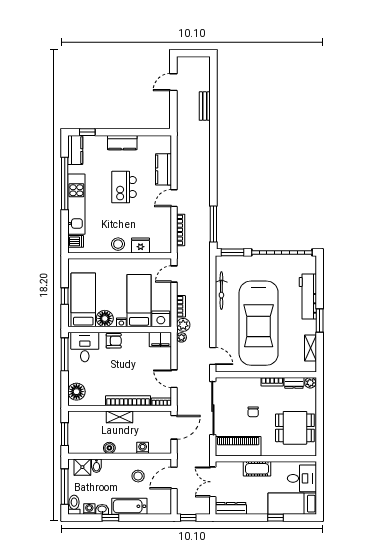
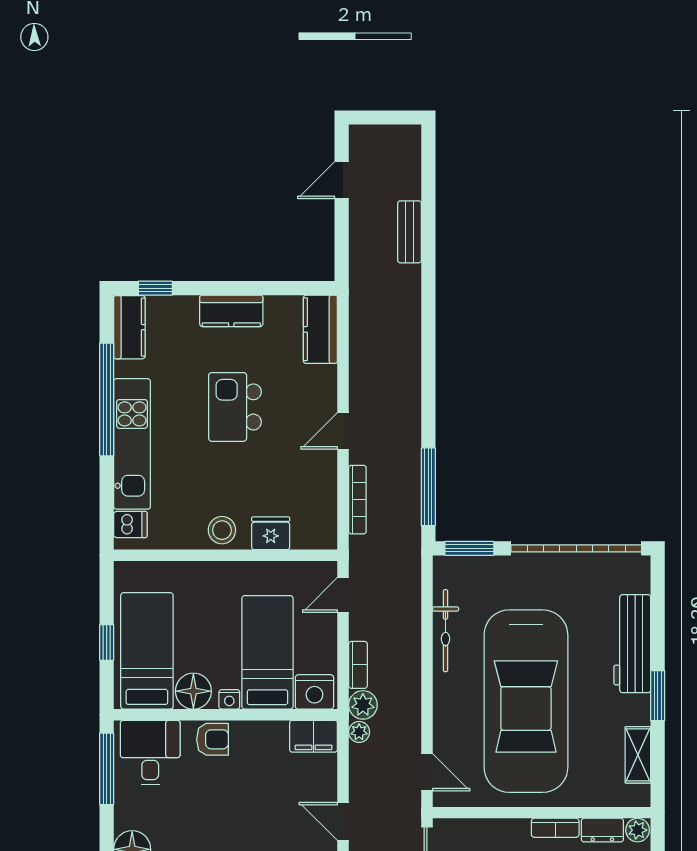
kitchen counter: (164, 169) -> (320, 329), moved

